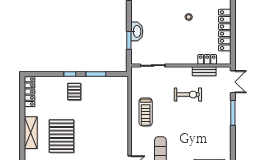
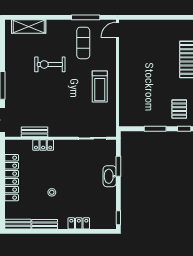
locker: (207, 59) -> (43, 145), moved
exercise bike: (188, 95) -> (50, 64), moved
treadmill: (146, 112) -> (100, 86), turned 180

